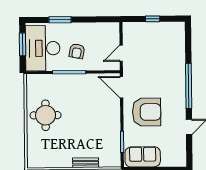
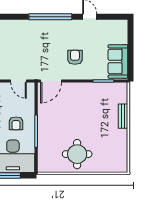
armchair: (77, 51) -> (16, 123), turned 79
armchair: (147, 112) -> (75, 57), width x0.53, depth x0.53

